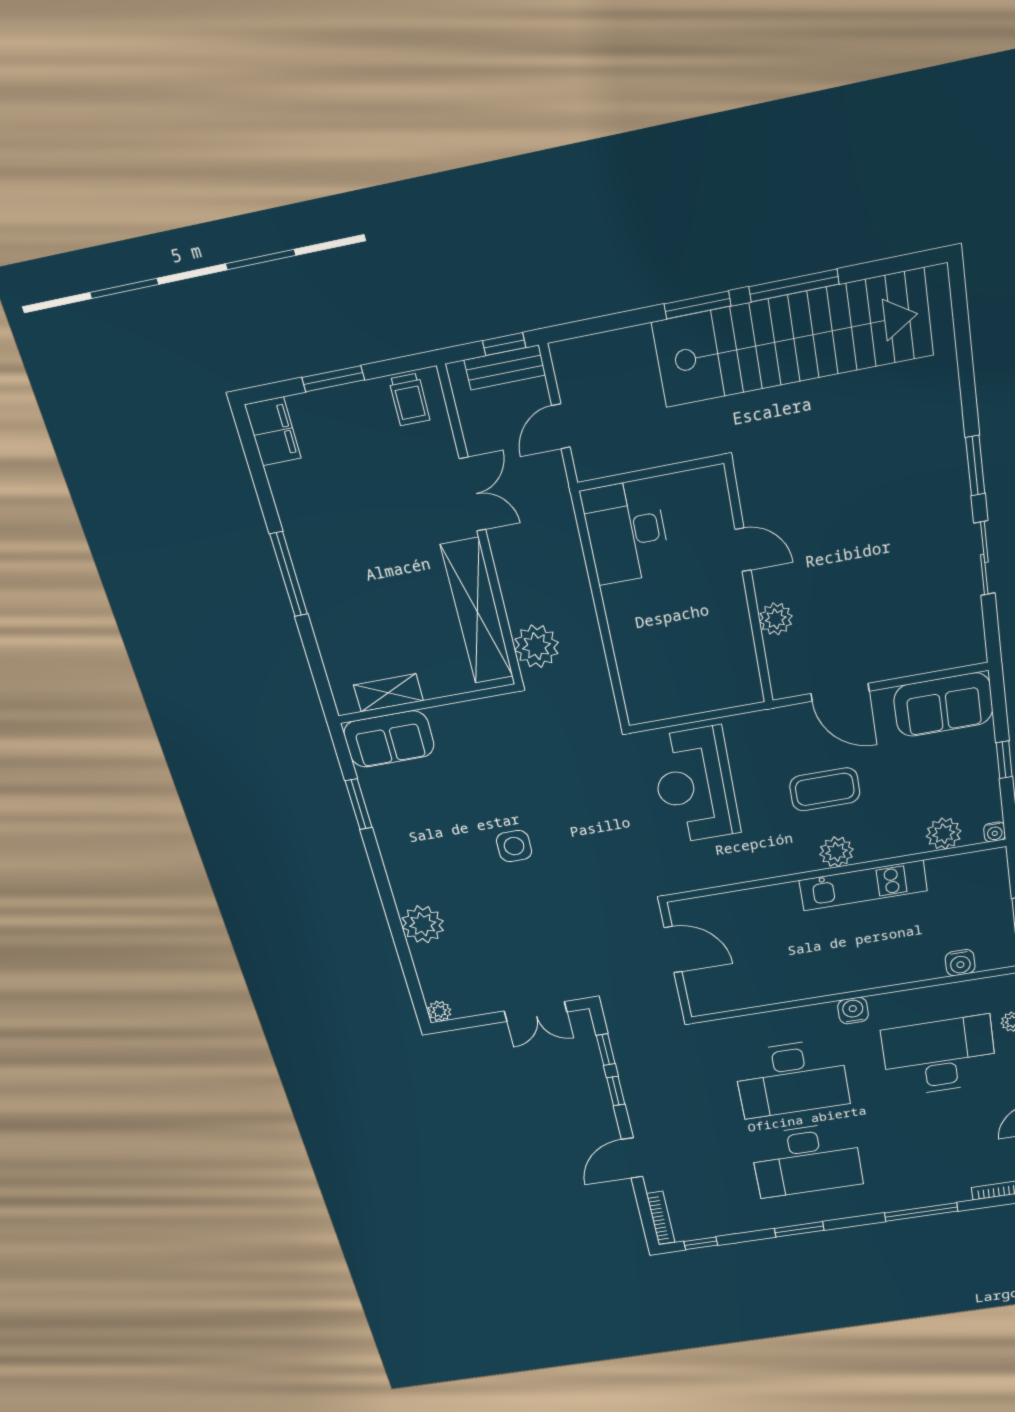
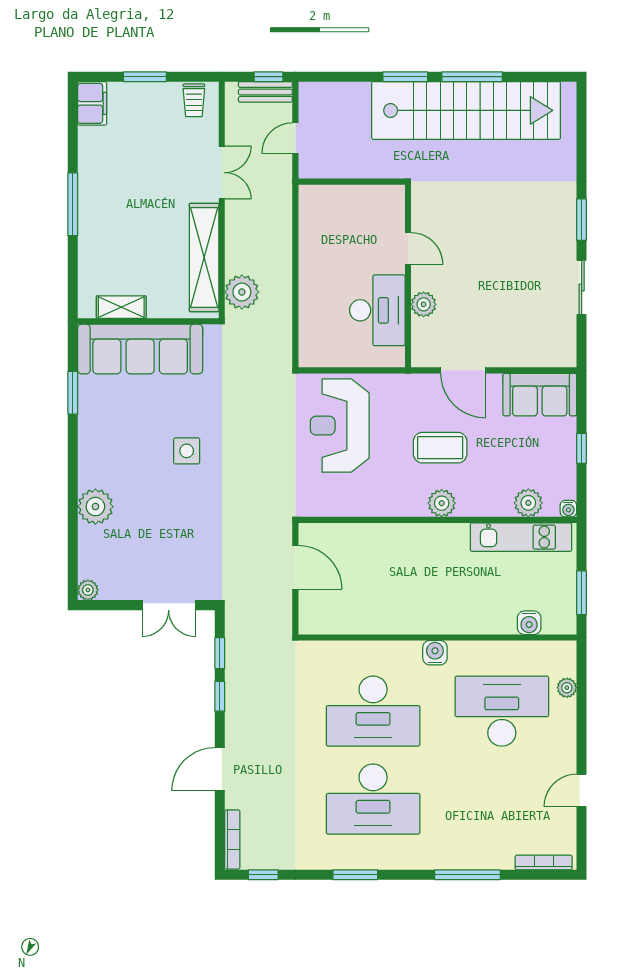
desk: (626, 532) -> (377, 310), moved, turned 180
sofa: (389, 739) -> (140, 349), width x1.85, depth x1.27
kitchen unit: (863, 886) -> (521, 537), moved

